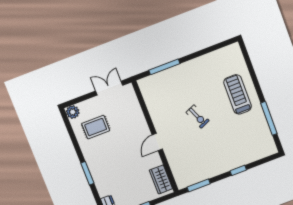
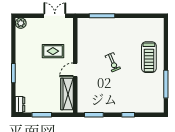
treadmill: (238, 94) -> (149, 57), turned 180
rug: (96, 127) -> (53, 51), moved
wardrobe: (161, 179) -> (67, 94), width x1.50

